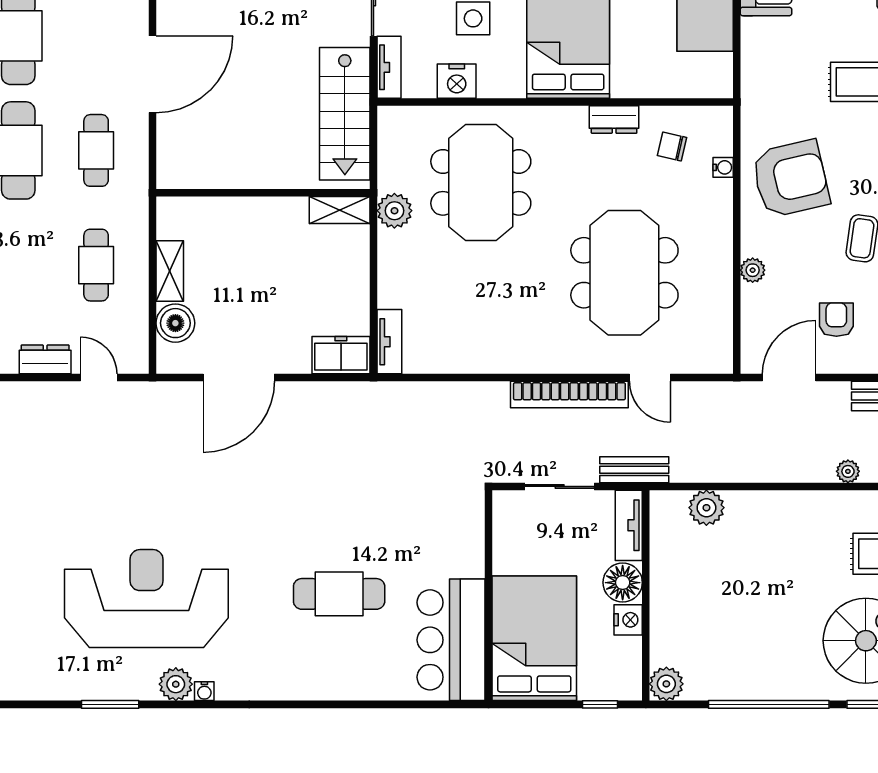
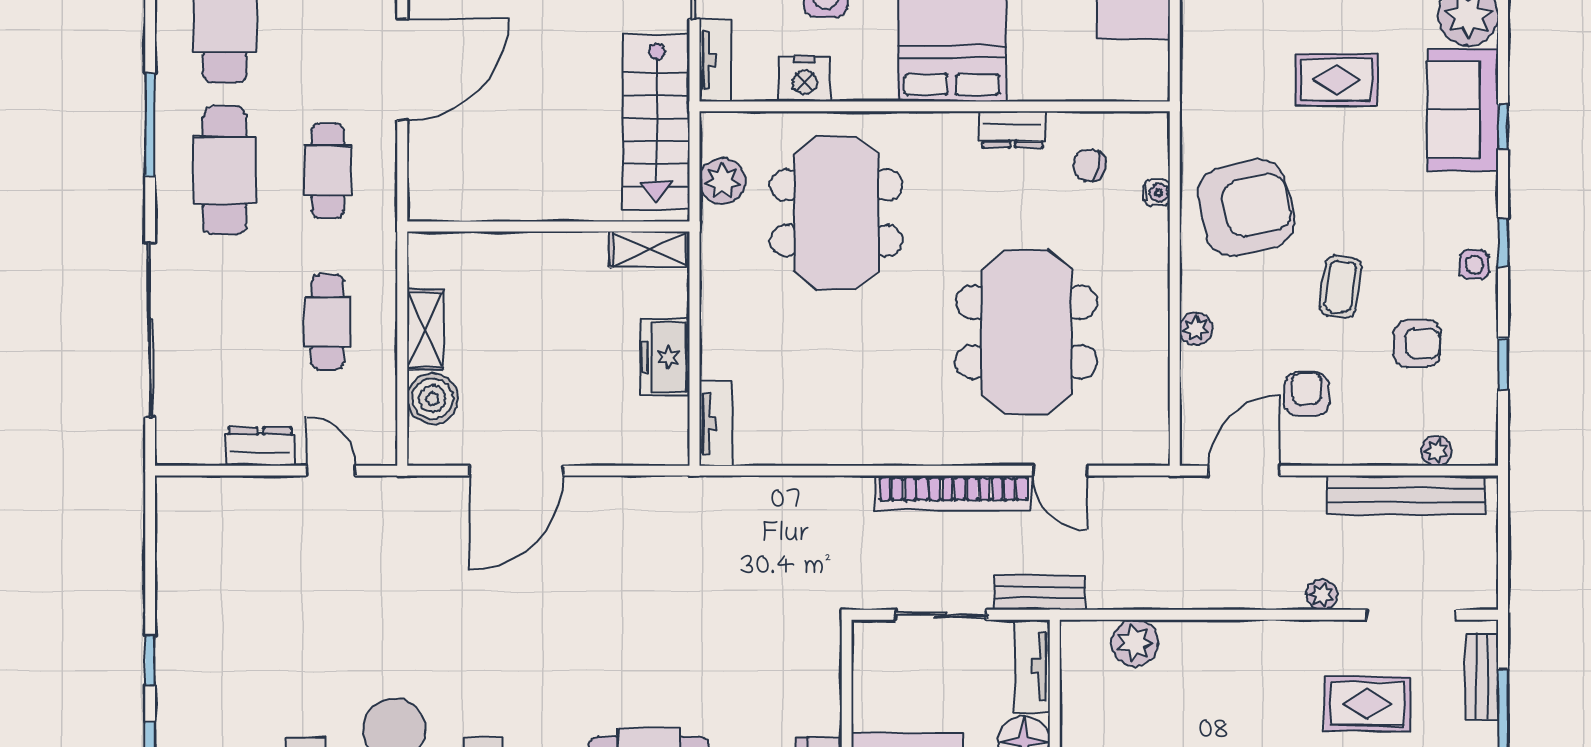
plant: (394, 211) -> (722, 181), moved
freezer: (341, 355) -> (665, 357), moved, turned -90

